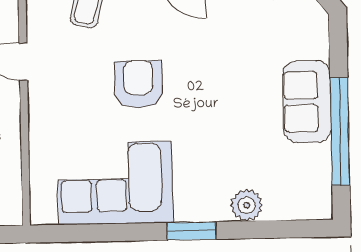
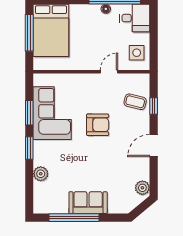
window: (115, 232) -> (29, 113), added

